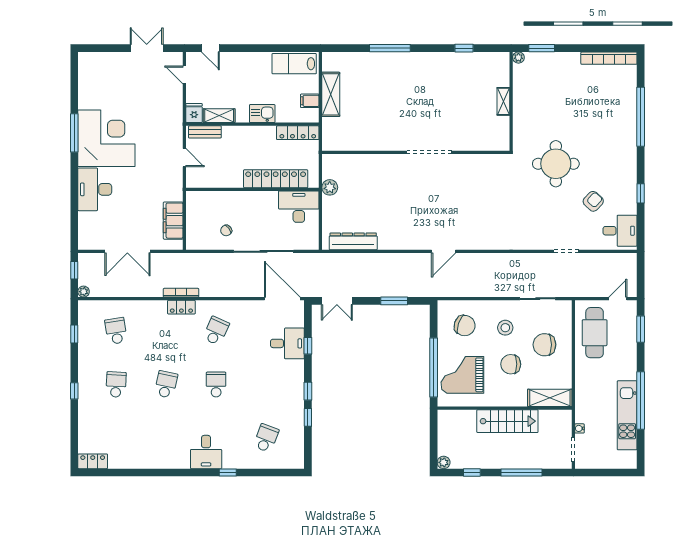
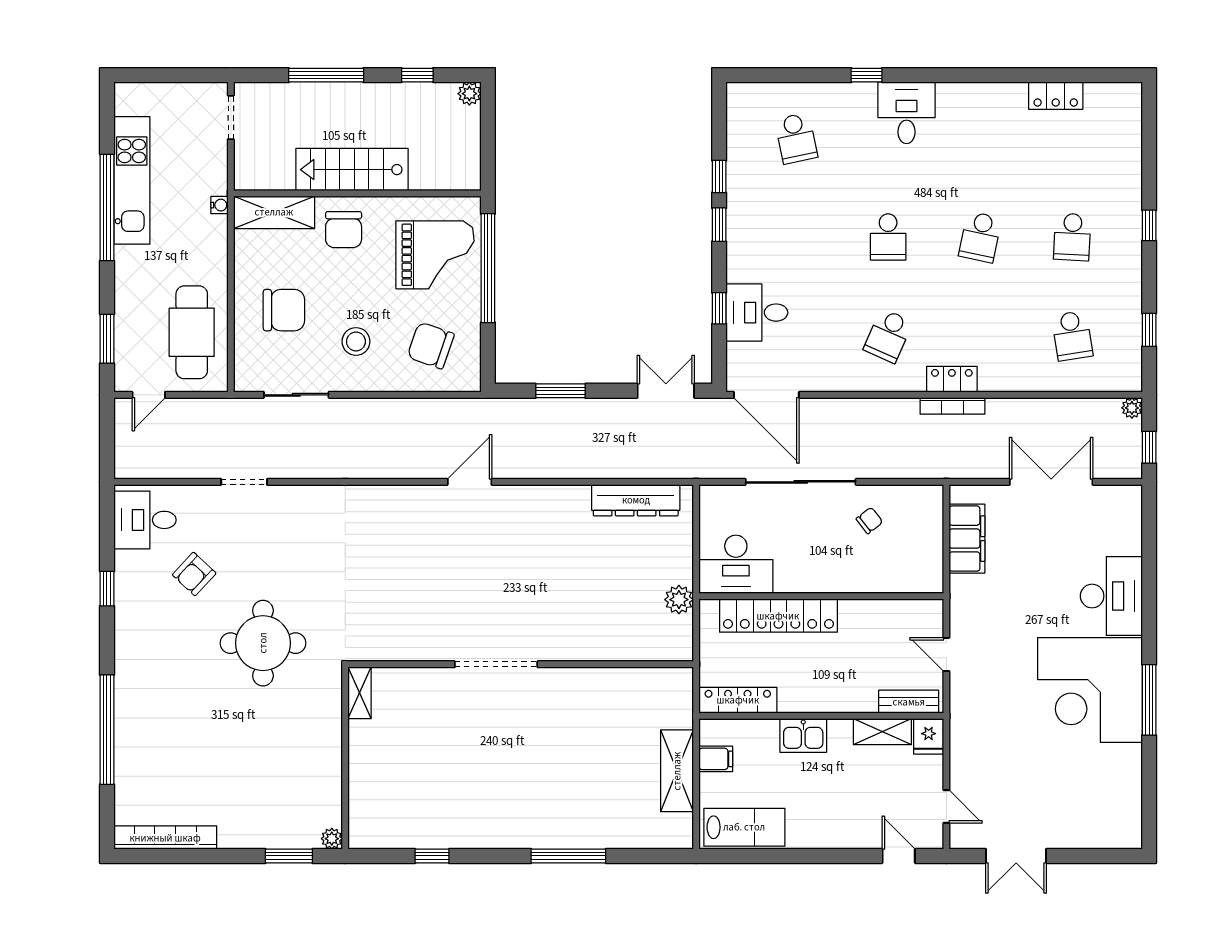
shelving: (503, 101) -> (359, 693), moved
chair: (511, 364) -> (344, 230), moved, turned 90
water cooler: (579, 428) -> (219, 205), moved
school desk: (266, 438) -> (796, 138), turned -33
locker: (93, 461) -> (1056, 96), moved

